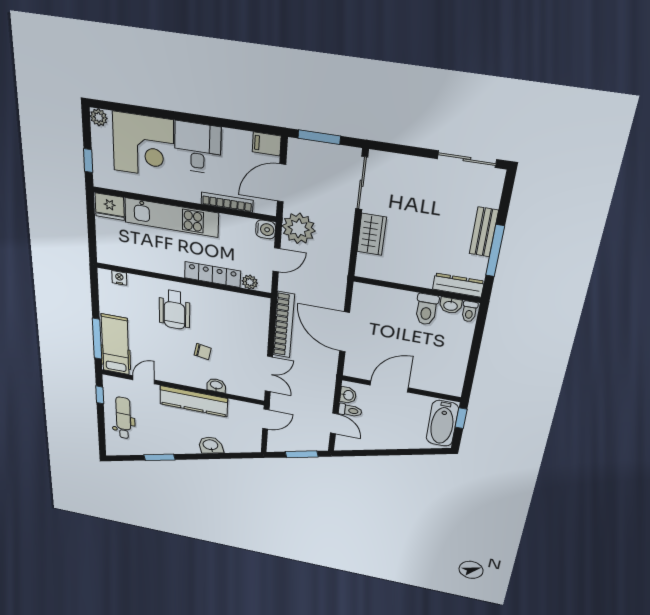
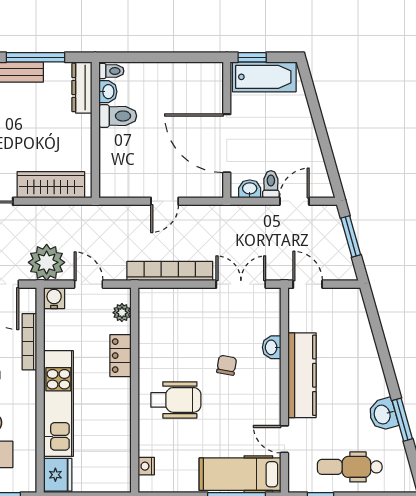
wardrobe: (372, 234) -> (51, 185), width x1.50
locker: (213, 274) -> (121, 356), width x0.66
door: (345, 332) -> (165, 201), width x0.53
door: (389, 386) -> (227, 143), width x1.36
washbasin: (211, 445) -> (383, 414), moved

